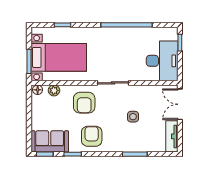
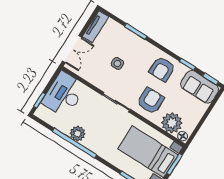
plant: (129, 35) -> (78, 134), added
plant: (54, 90) -> (172, 123), width x1.88, depth x1.88

